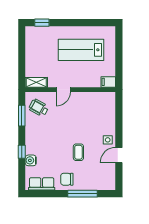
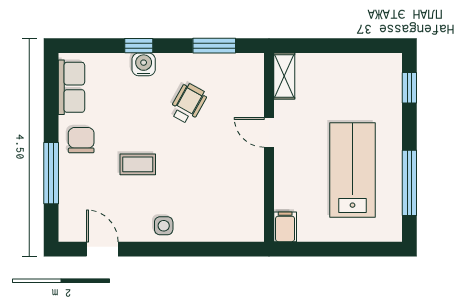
window: (87, 23) -> (409, 183), added
wheelchair: (39, 108) -> (188, 103), moved
door: (119, 155) -> (102, 249), moved
water cooler: (31, 160) -> (144, 64), moved

